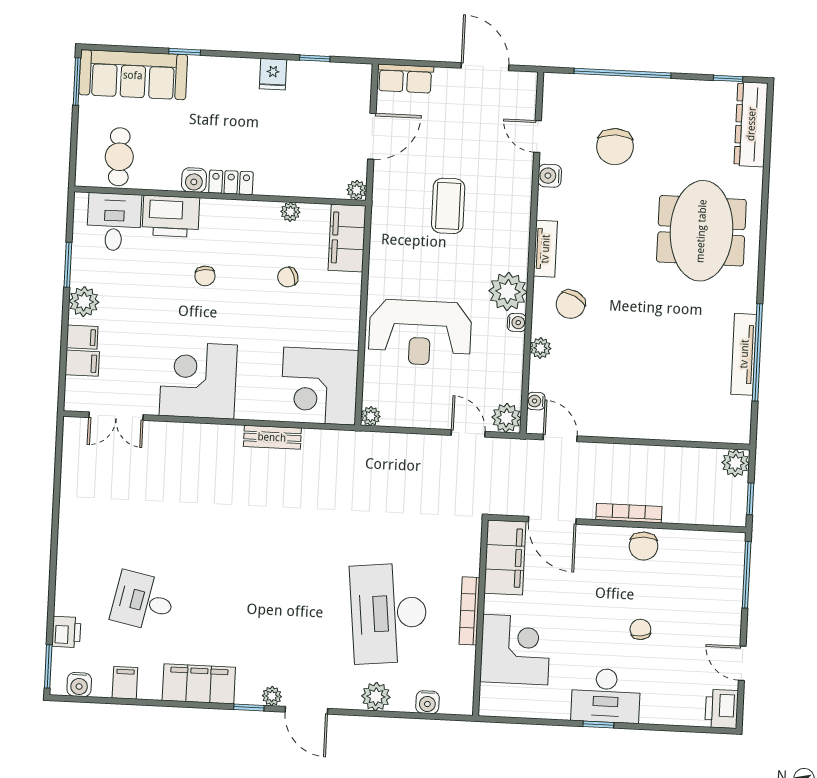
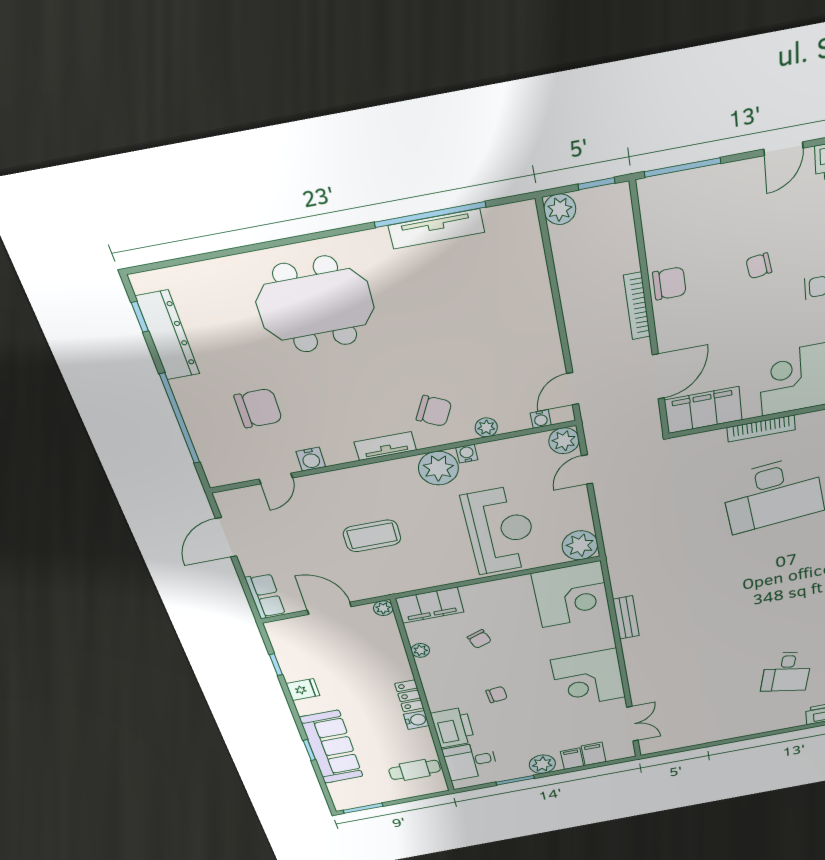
sofa: (133, 75) -> (332, 747), moved
dresser: (751, 124) -> (168, 336), moved, turned -90
plant: (371, 416) -> (580, 545), width x1.87, depth x1.87

